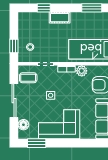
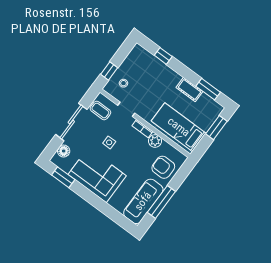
cot: (60, 18) -> (189, 90), moved

